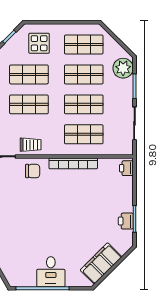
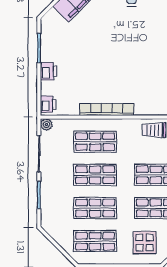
plant: (123, 68) -> (46, 124), moved, width x0.53, depth x0.53
chair: (33, 171) -> (152, 101), removed
printer: (126, 221) -> (49, 71), moved

